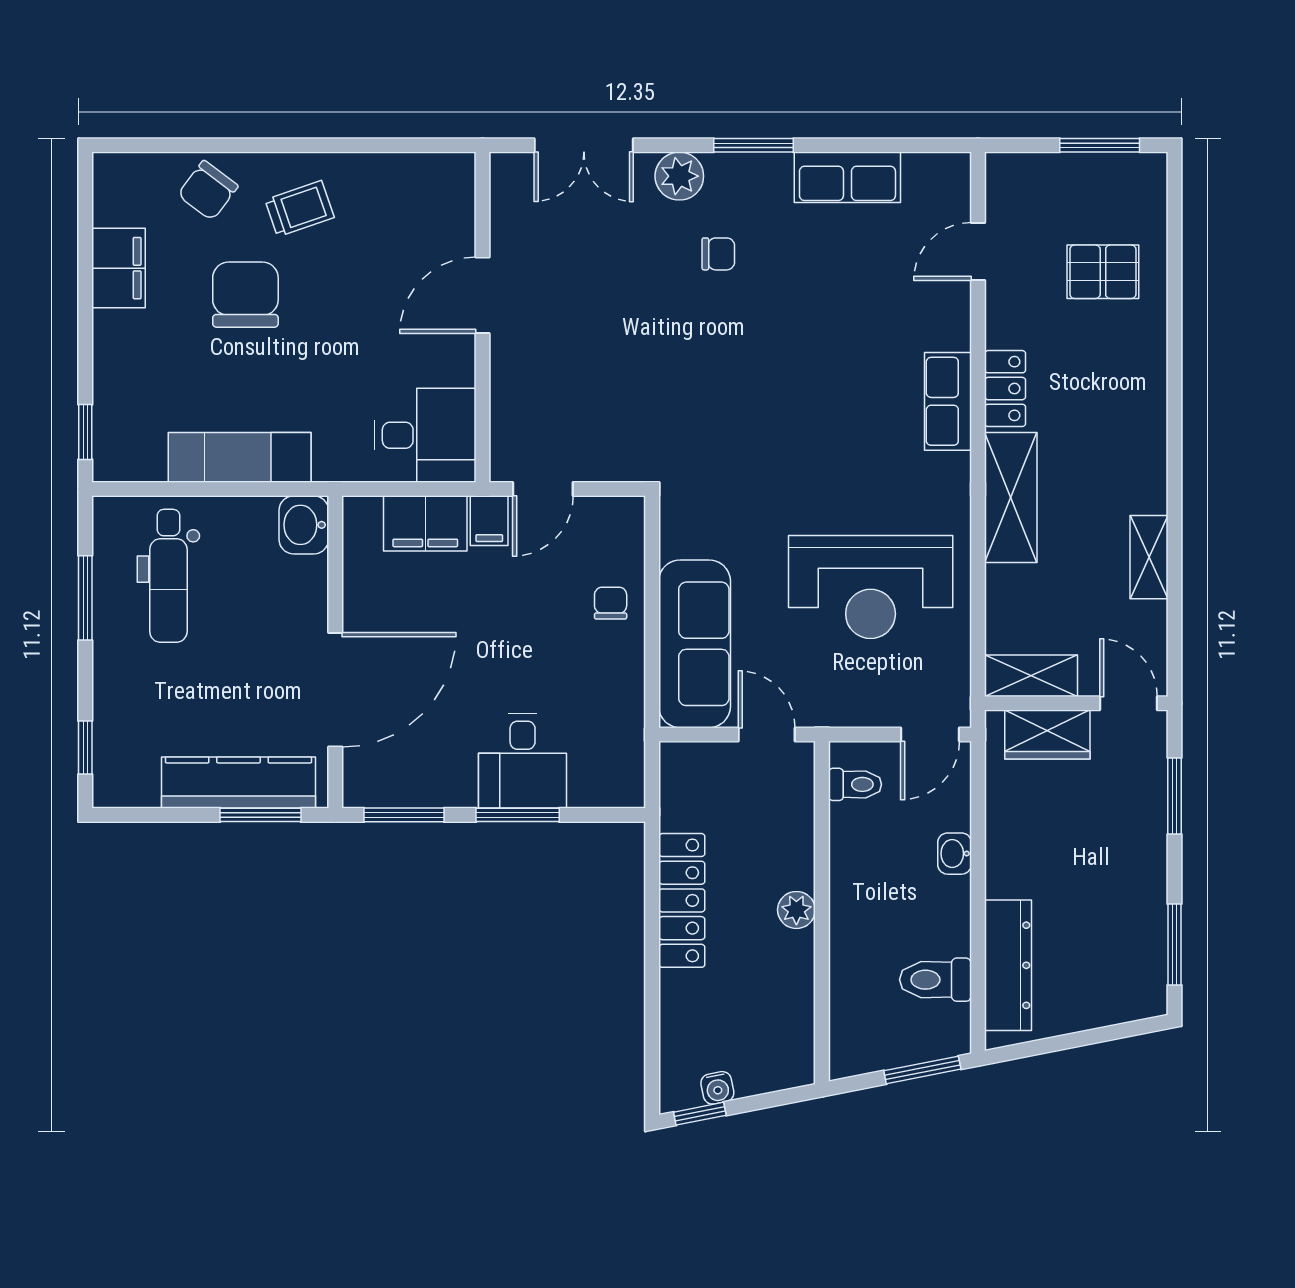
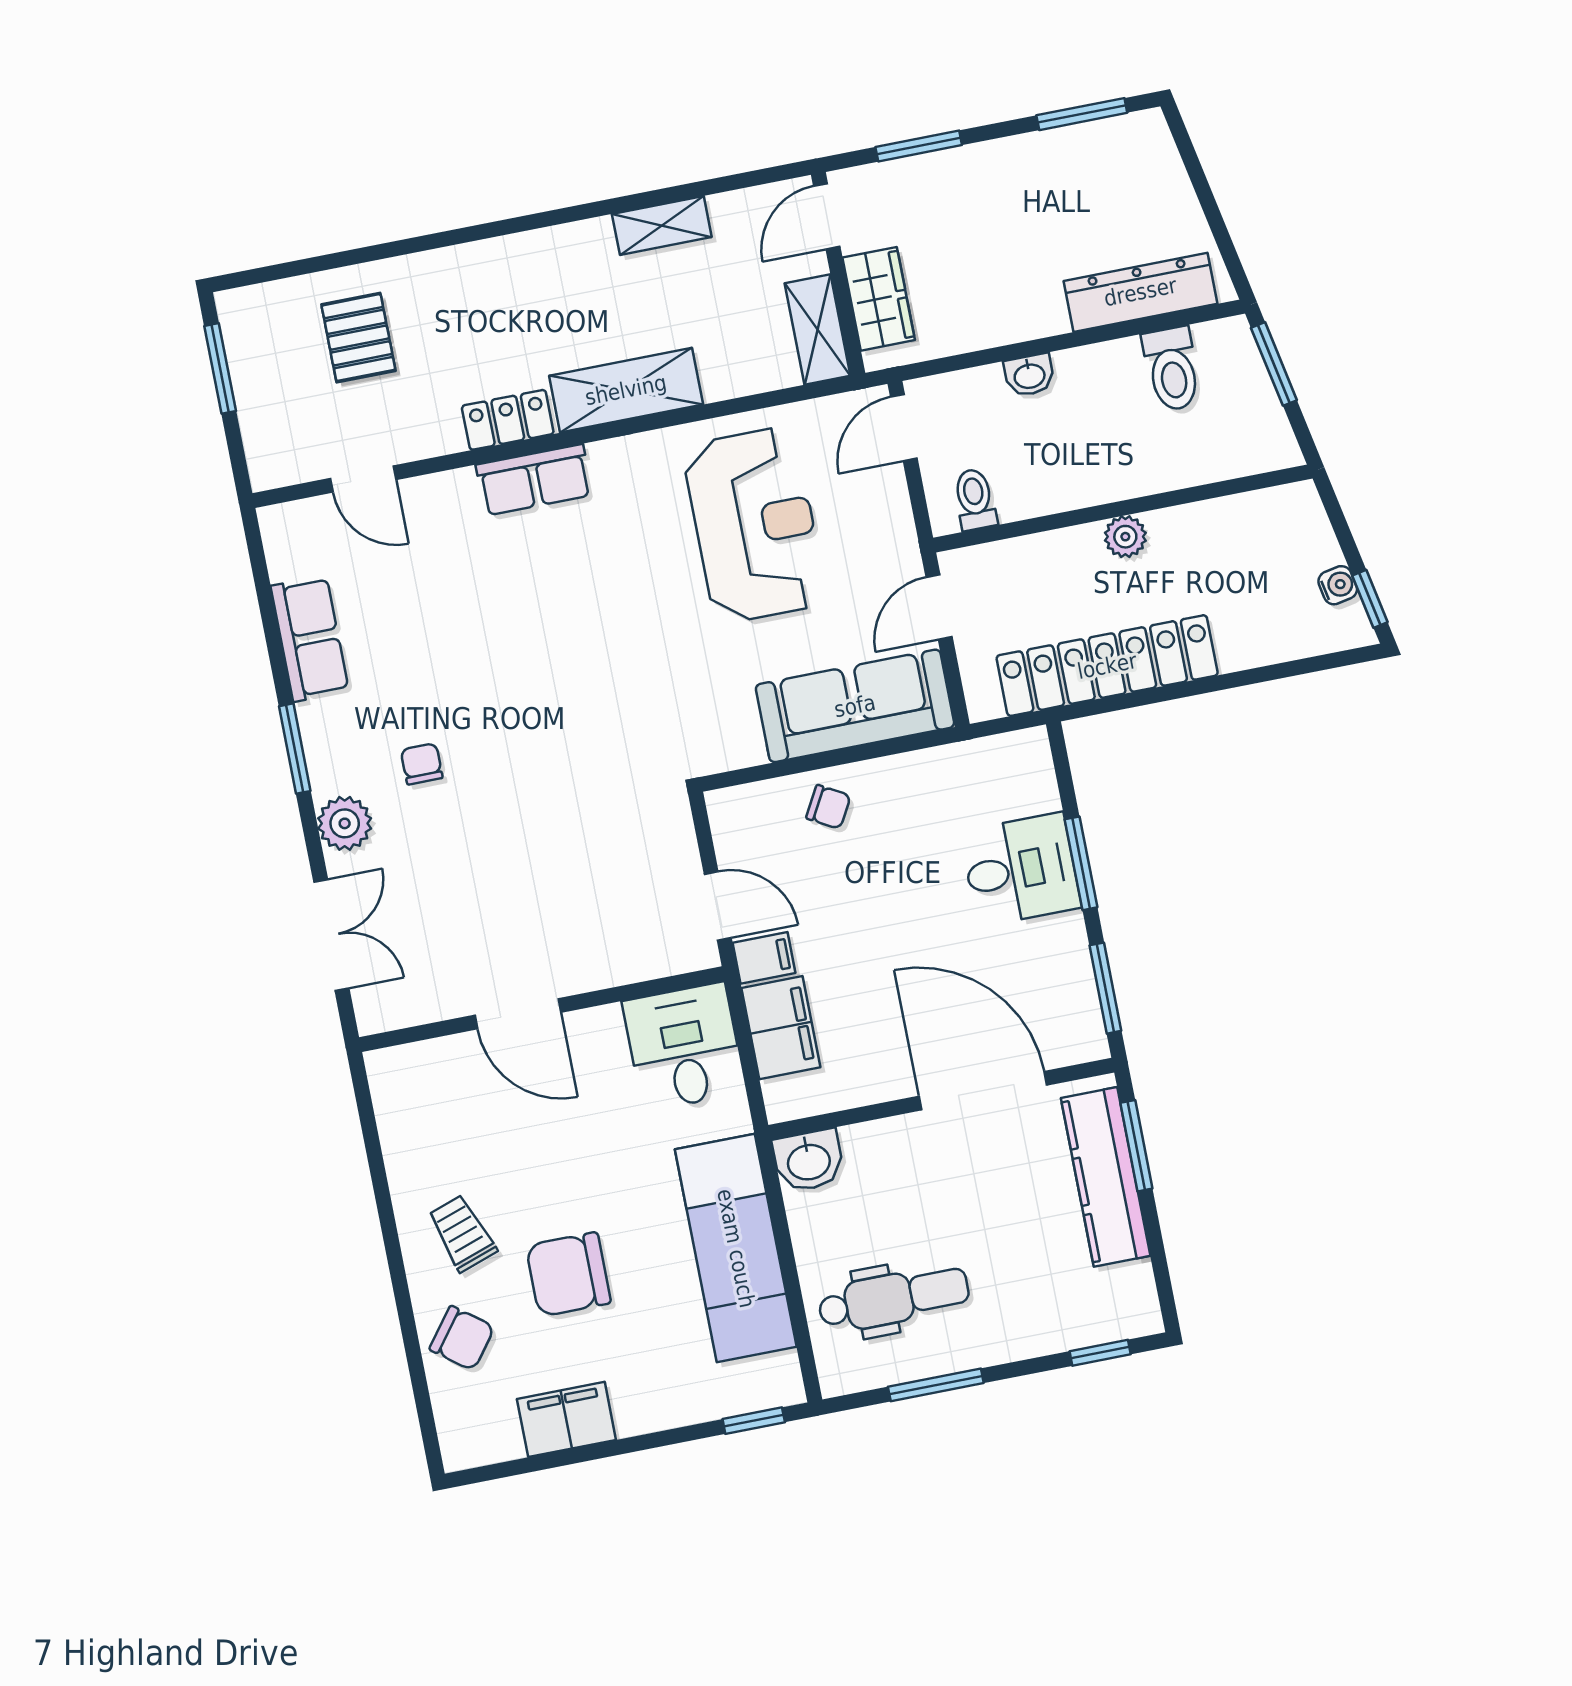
exam couch: (240, 457) -> (736, 1248), width x1.36, depth x1.45
chair: (611, 603) -> (828, 807), turned -151
door: (930, 735) -> (904, 428), swing flipped
locker: (682, 900) -> (1107, 666), width x1.41, depth x1.21

